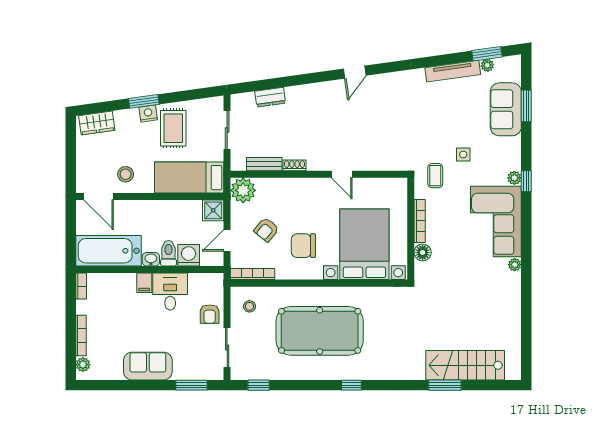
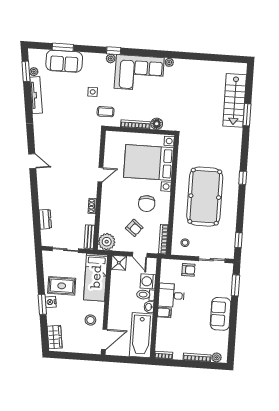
bench: (264, 164) -> (89, 237), moved

